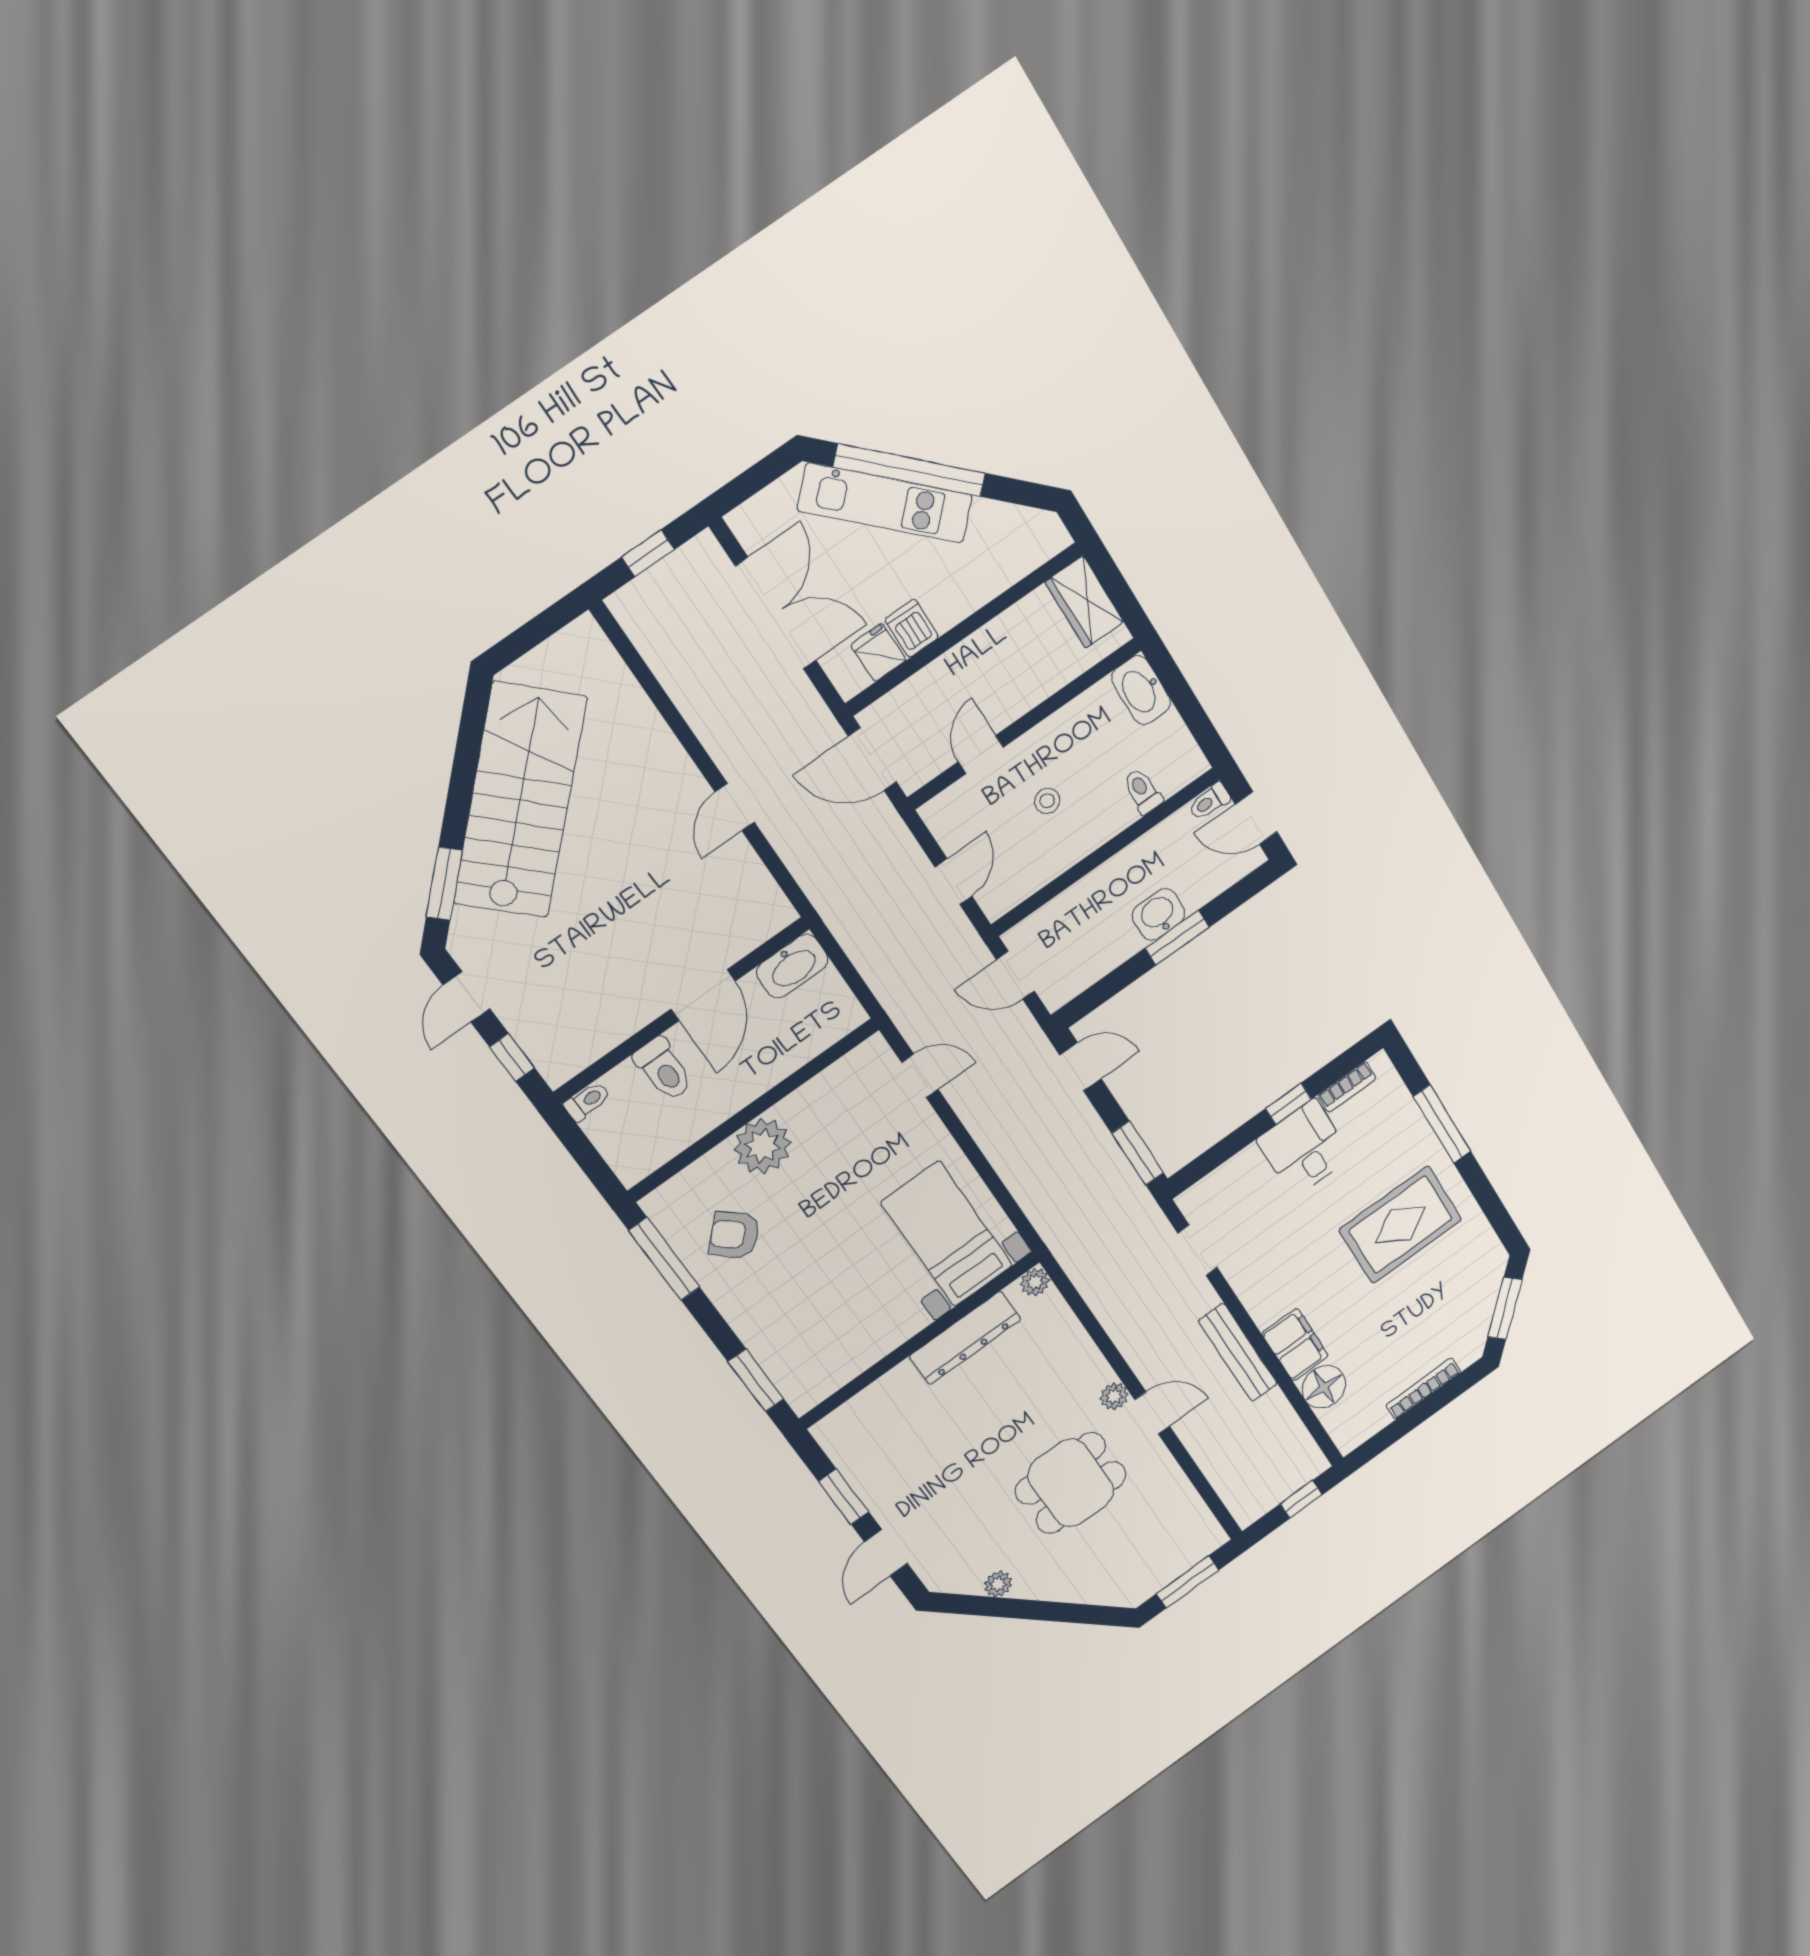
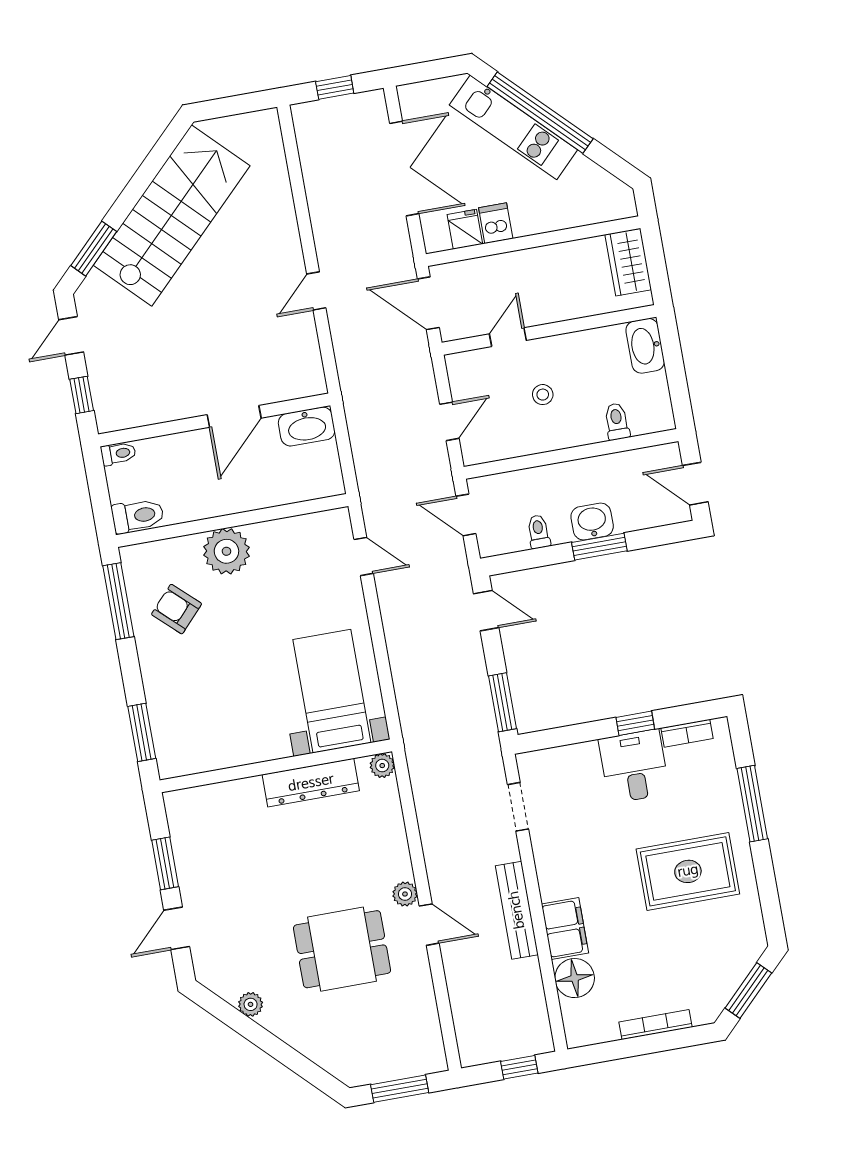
toilet: (1209, 801) -> (539, 532), moved, turned 90
toilet: (664, 1069) -> (138, 516), moved, turned -90

